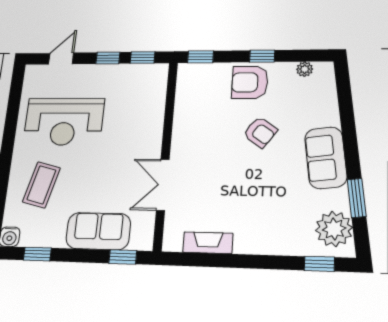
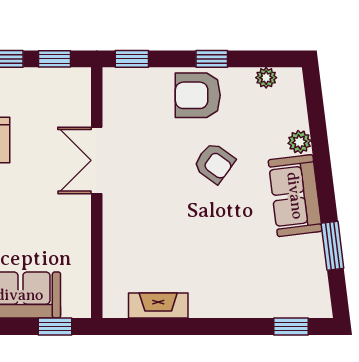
double door: (163, 185) -> (97, 160), moved
plant: (334, 229) -> (299, 142), moved, width x0.53, depth x0.53

